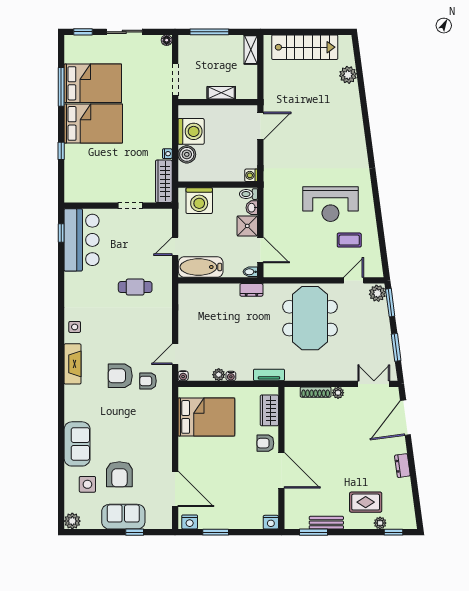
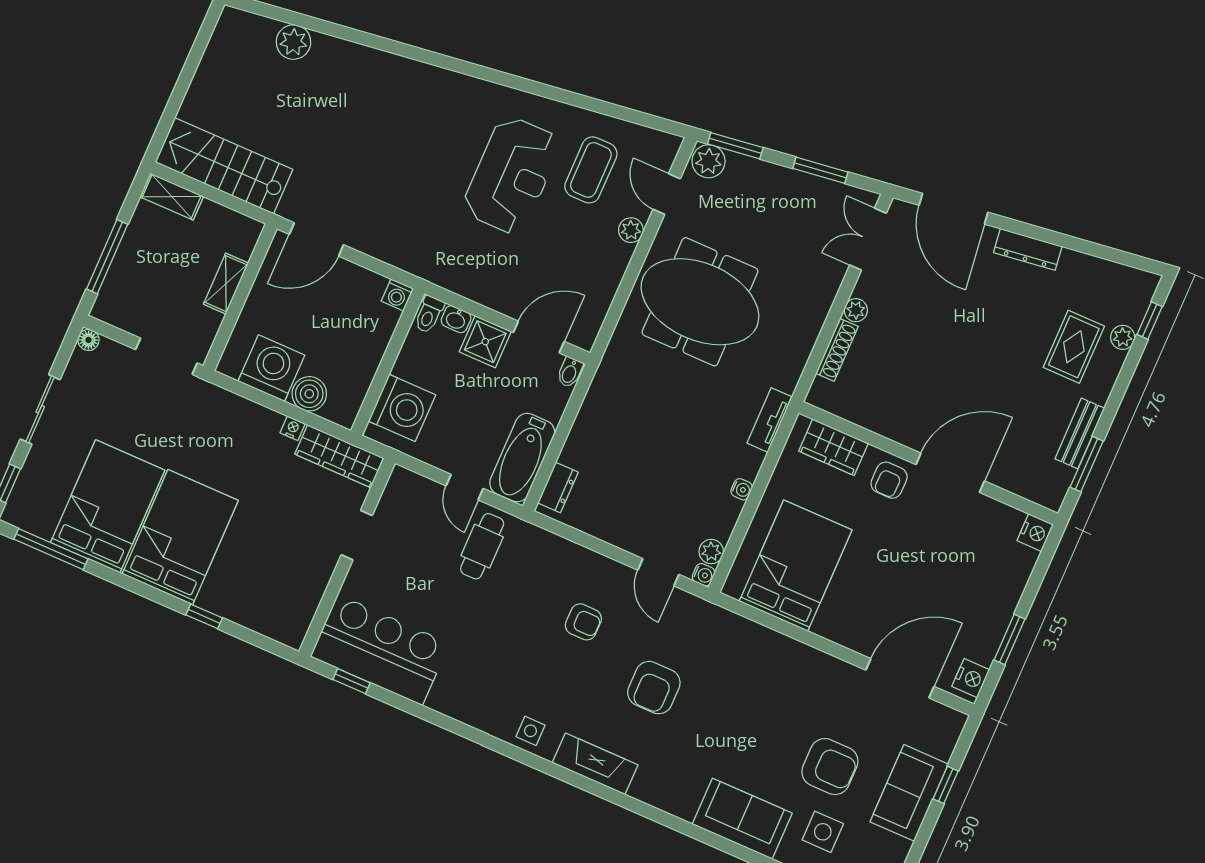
stairs: (305, 47) -> (224, 166), moved, turned -90
window: (61, 87) -> (51, 549), moved
door: (260, 126) -> (316, 239), swing flipped
coffee table: (349, 240) -> (591, 170), width x1.36, depth x1.30
plant: (329, 271) -> (631, 230), added
cafe table: (135, 287) -> (482, 546), moved
dresser: (251, 290) -> (558, 488), moved
plant: (219, 375) -> (711, 552), moved
armchair: (148, 381) -> (583, 622), moved, turned -90
dresser: (402, 466) -> (1028, 249), width x1.44

